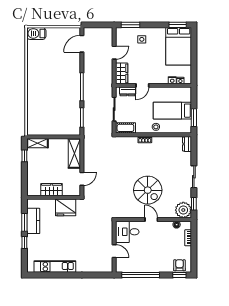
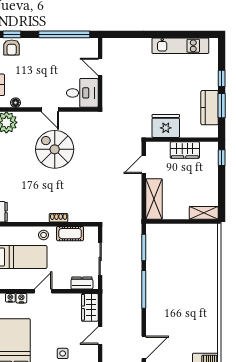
door: (142, 85) -> (43, 291), moved
cot: (125, 128) -> (70, 234), moved
window: (24, 156) -> (222, 158), moved

